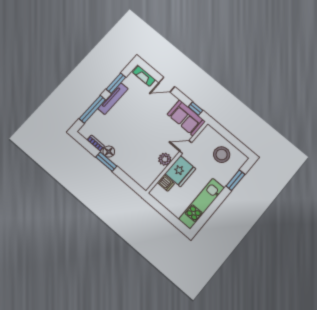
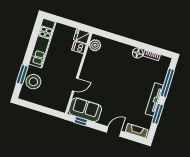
stool: (222, 155) -> (33, 82), moved
plant: (165, 159) -> (95, 45), moved
window: (106, 162) -> (136, 44), removed
fridge: (180, 171) -> (82, 36), moved, width x0.53, depth x0.75

